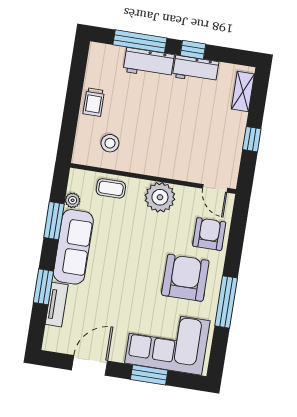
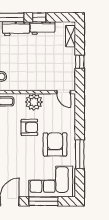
armchair: (209, 234) -> (29, 127), moved, turned 90
window: (149, 375) -> (43, 201), width x1.44

